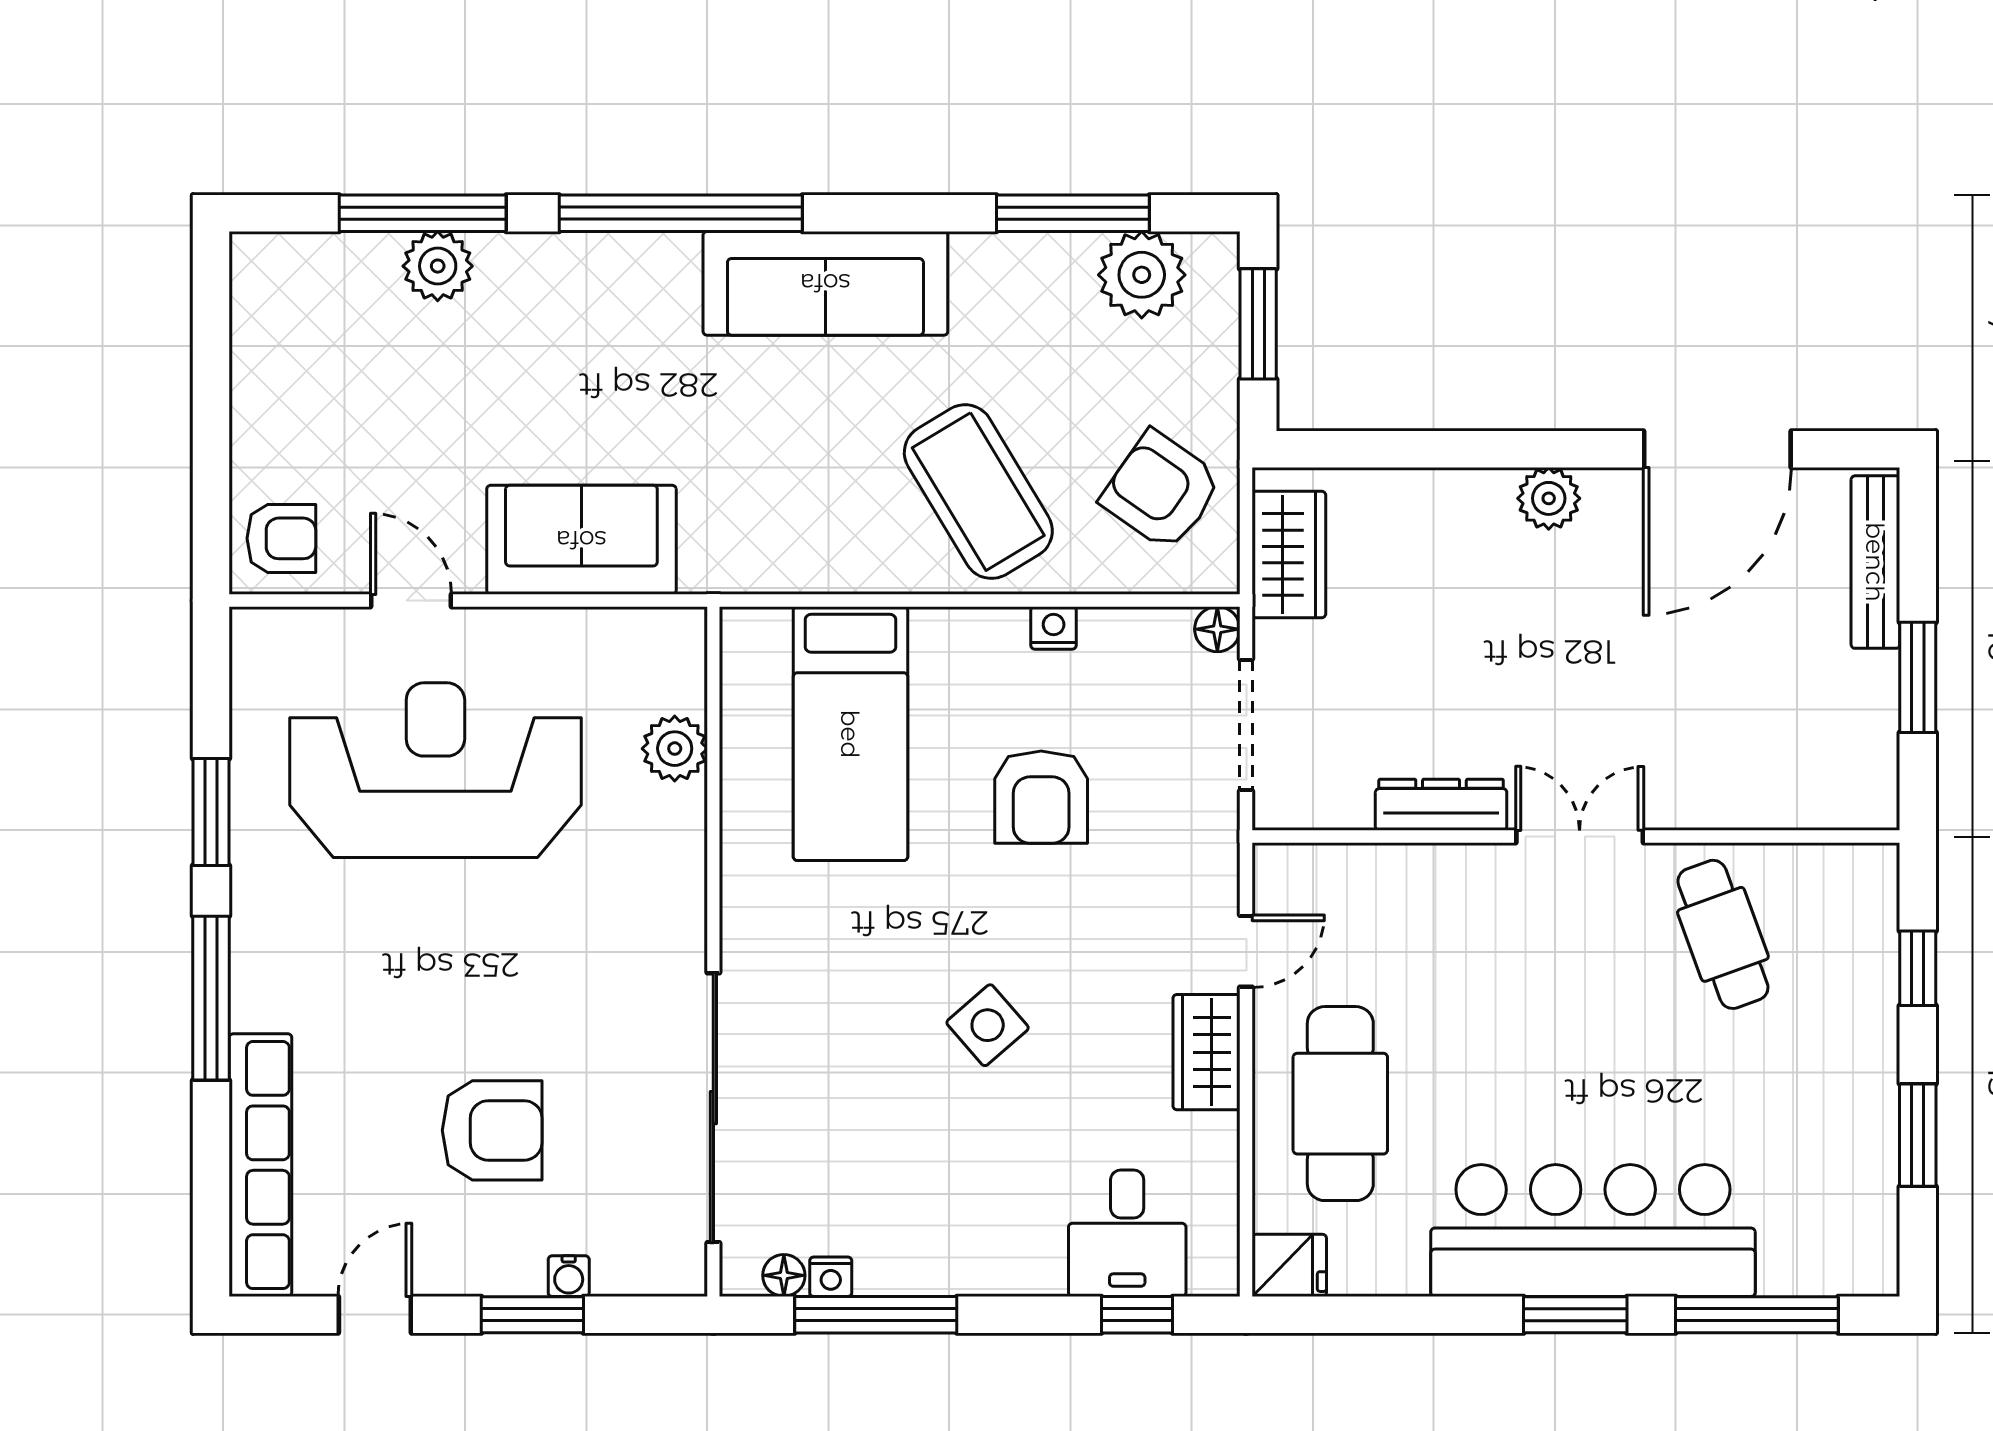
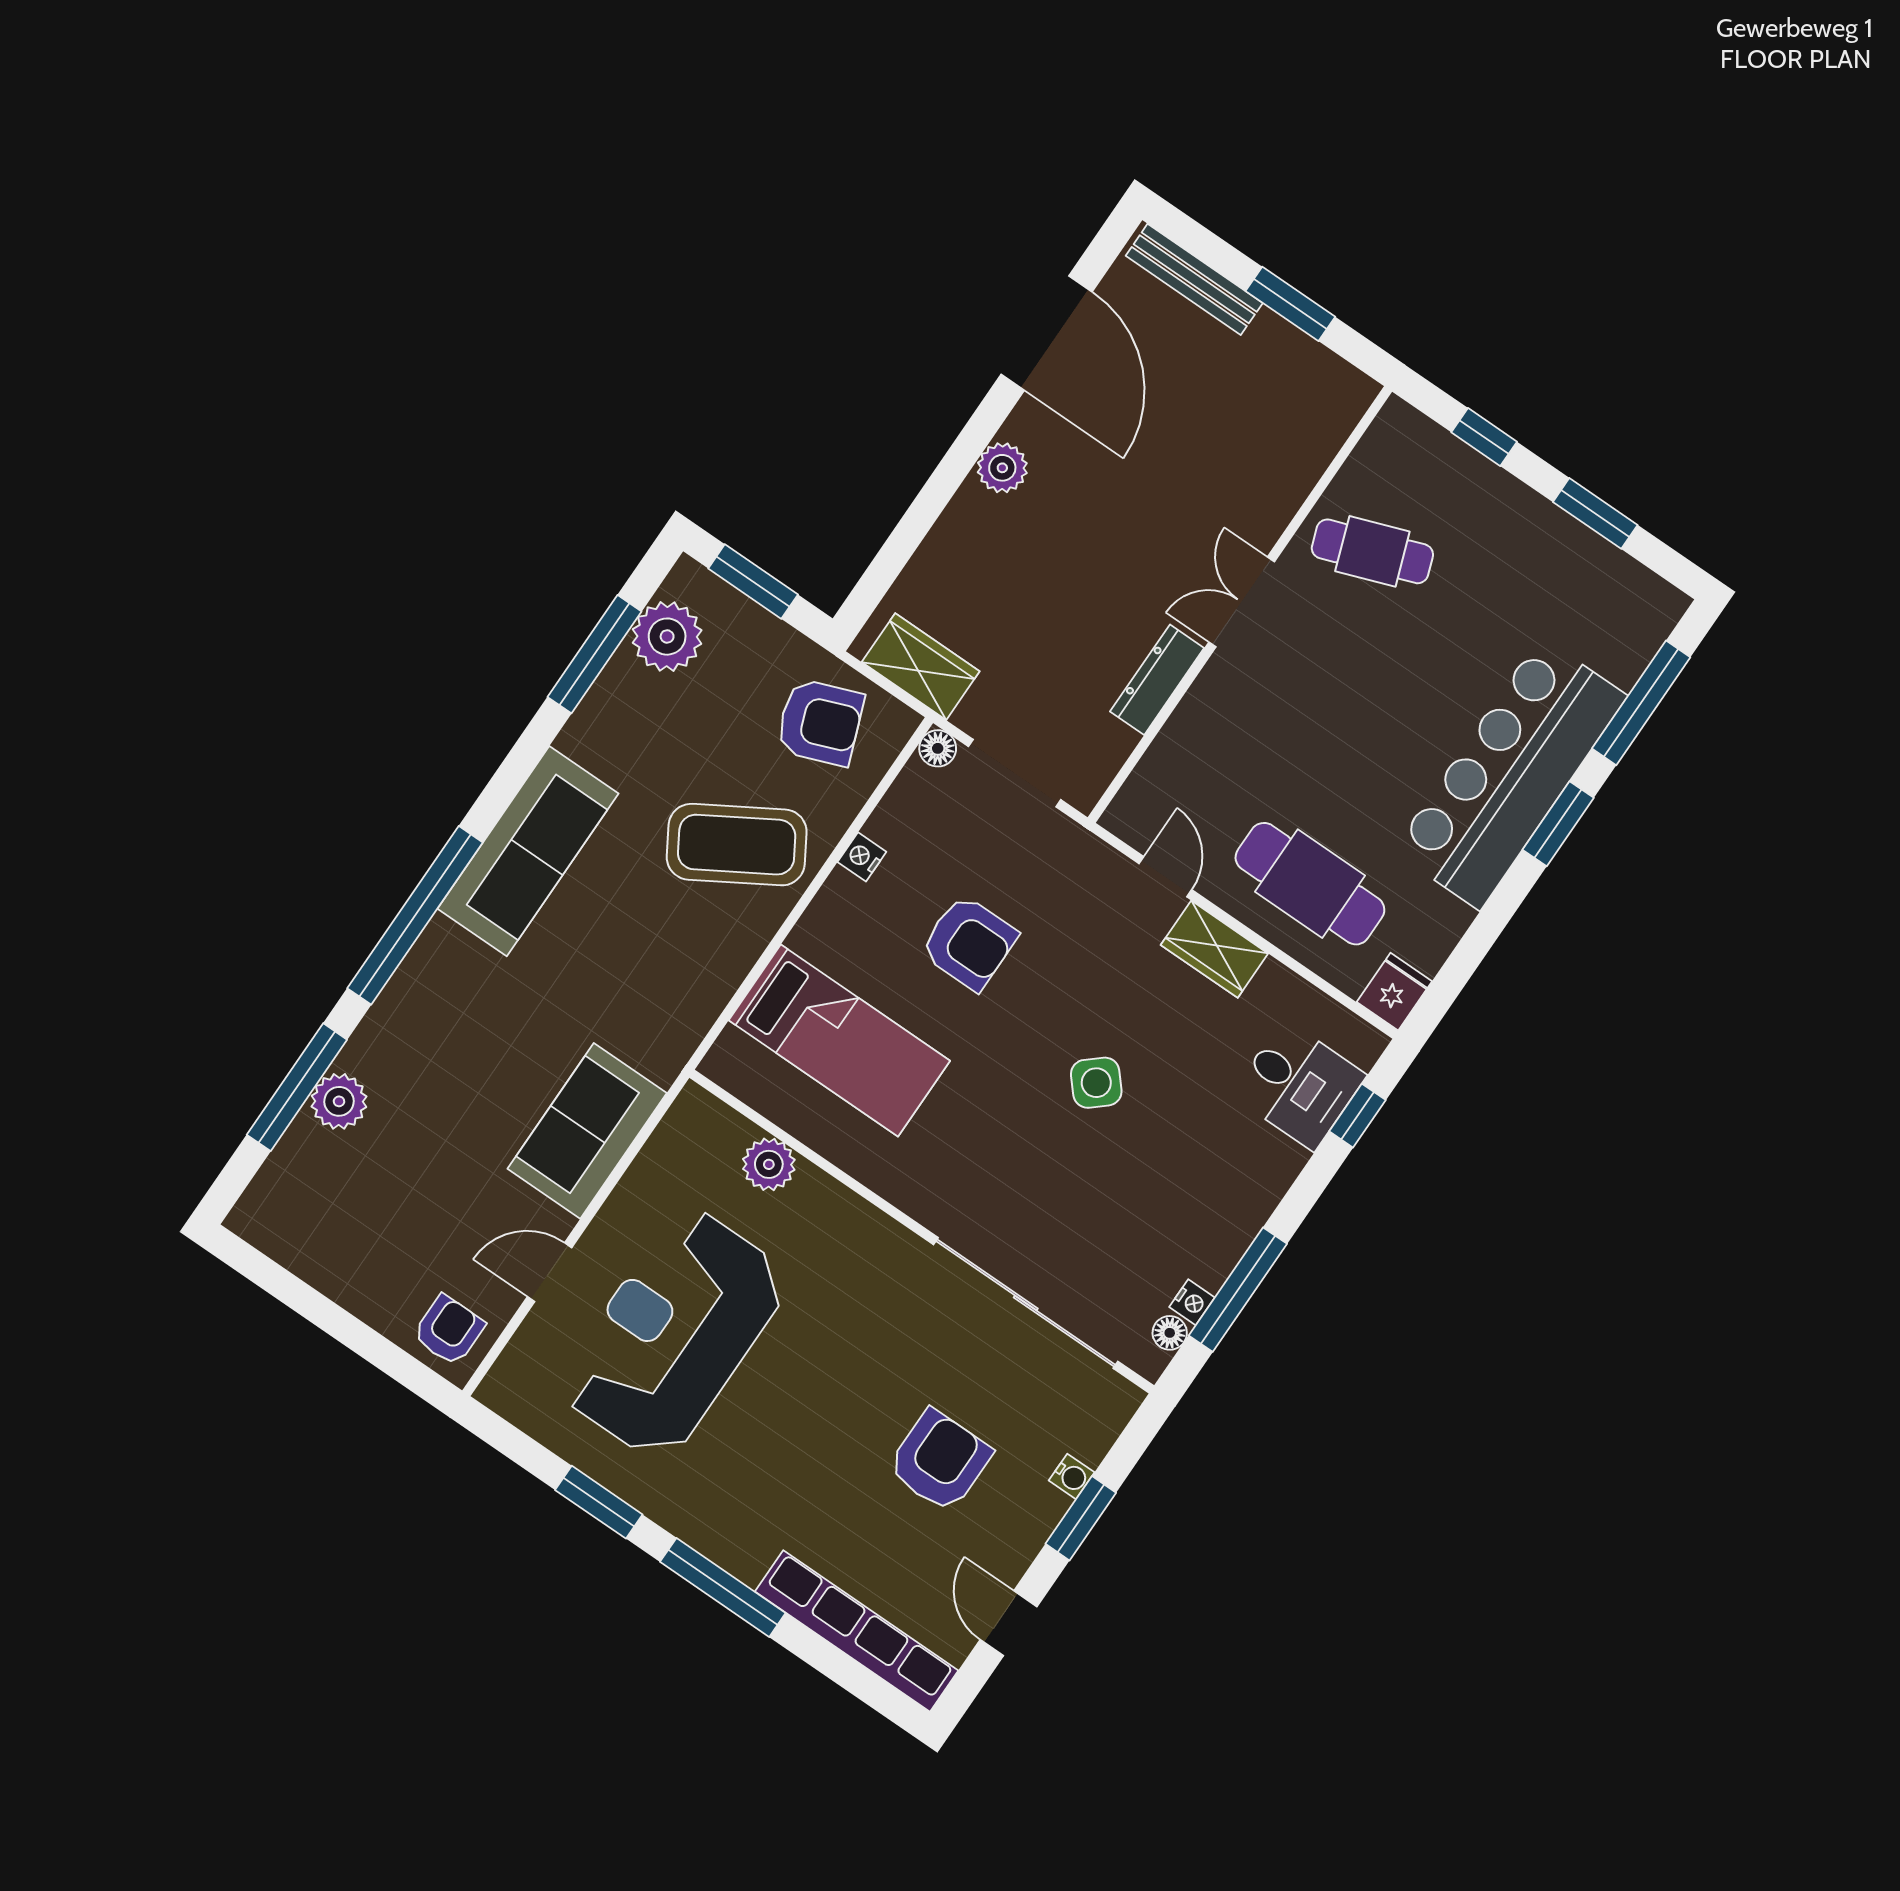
armchair: (1161, 491) -> (820, 722), turned -146

